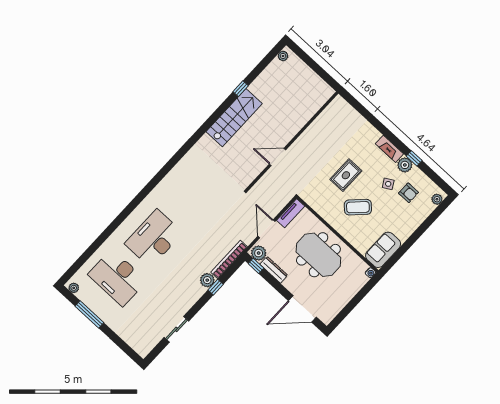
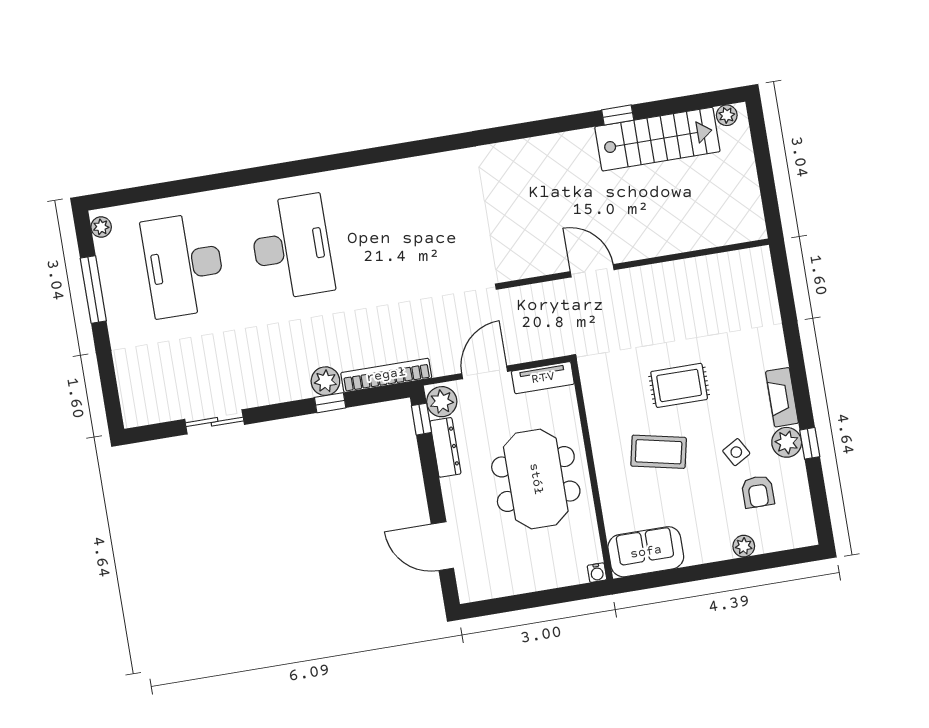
stairs: (234, 118) -> (657, 139), moved
plant: (437, 199) -> (744, 546), moved
coffee table: (358, 207) -> (659, 452), turned -33
desk: (154, 238) -> (292, 247), turned 90
door: (302, 309) -> (442, 546), width x0.73

